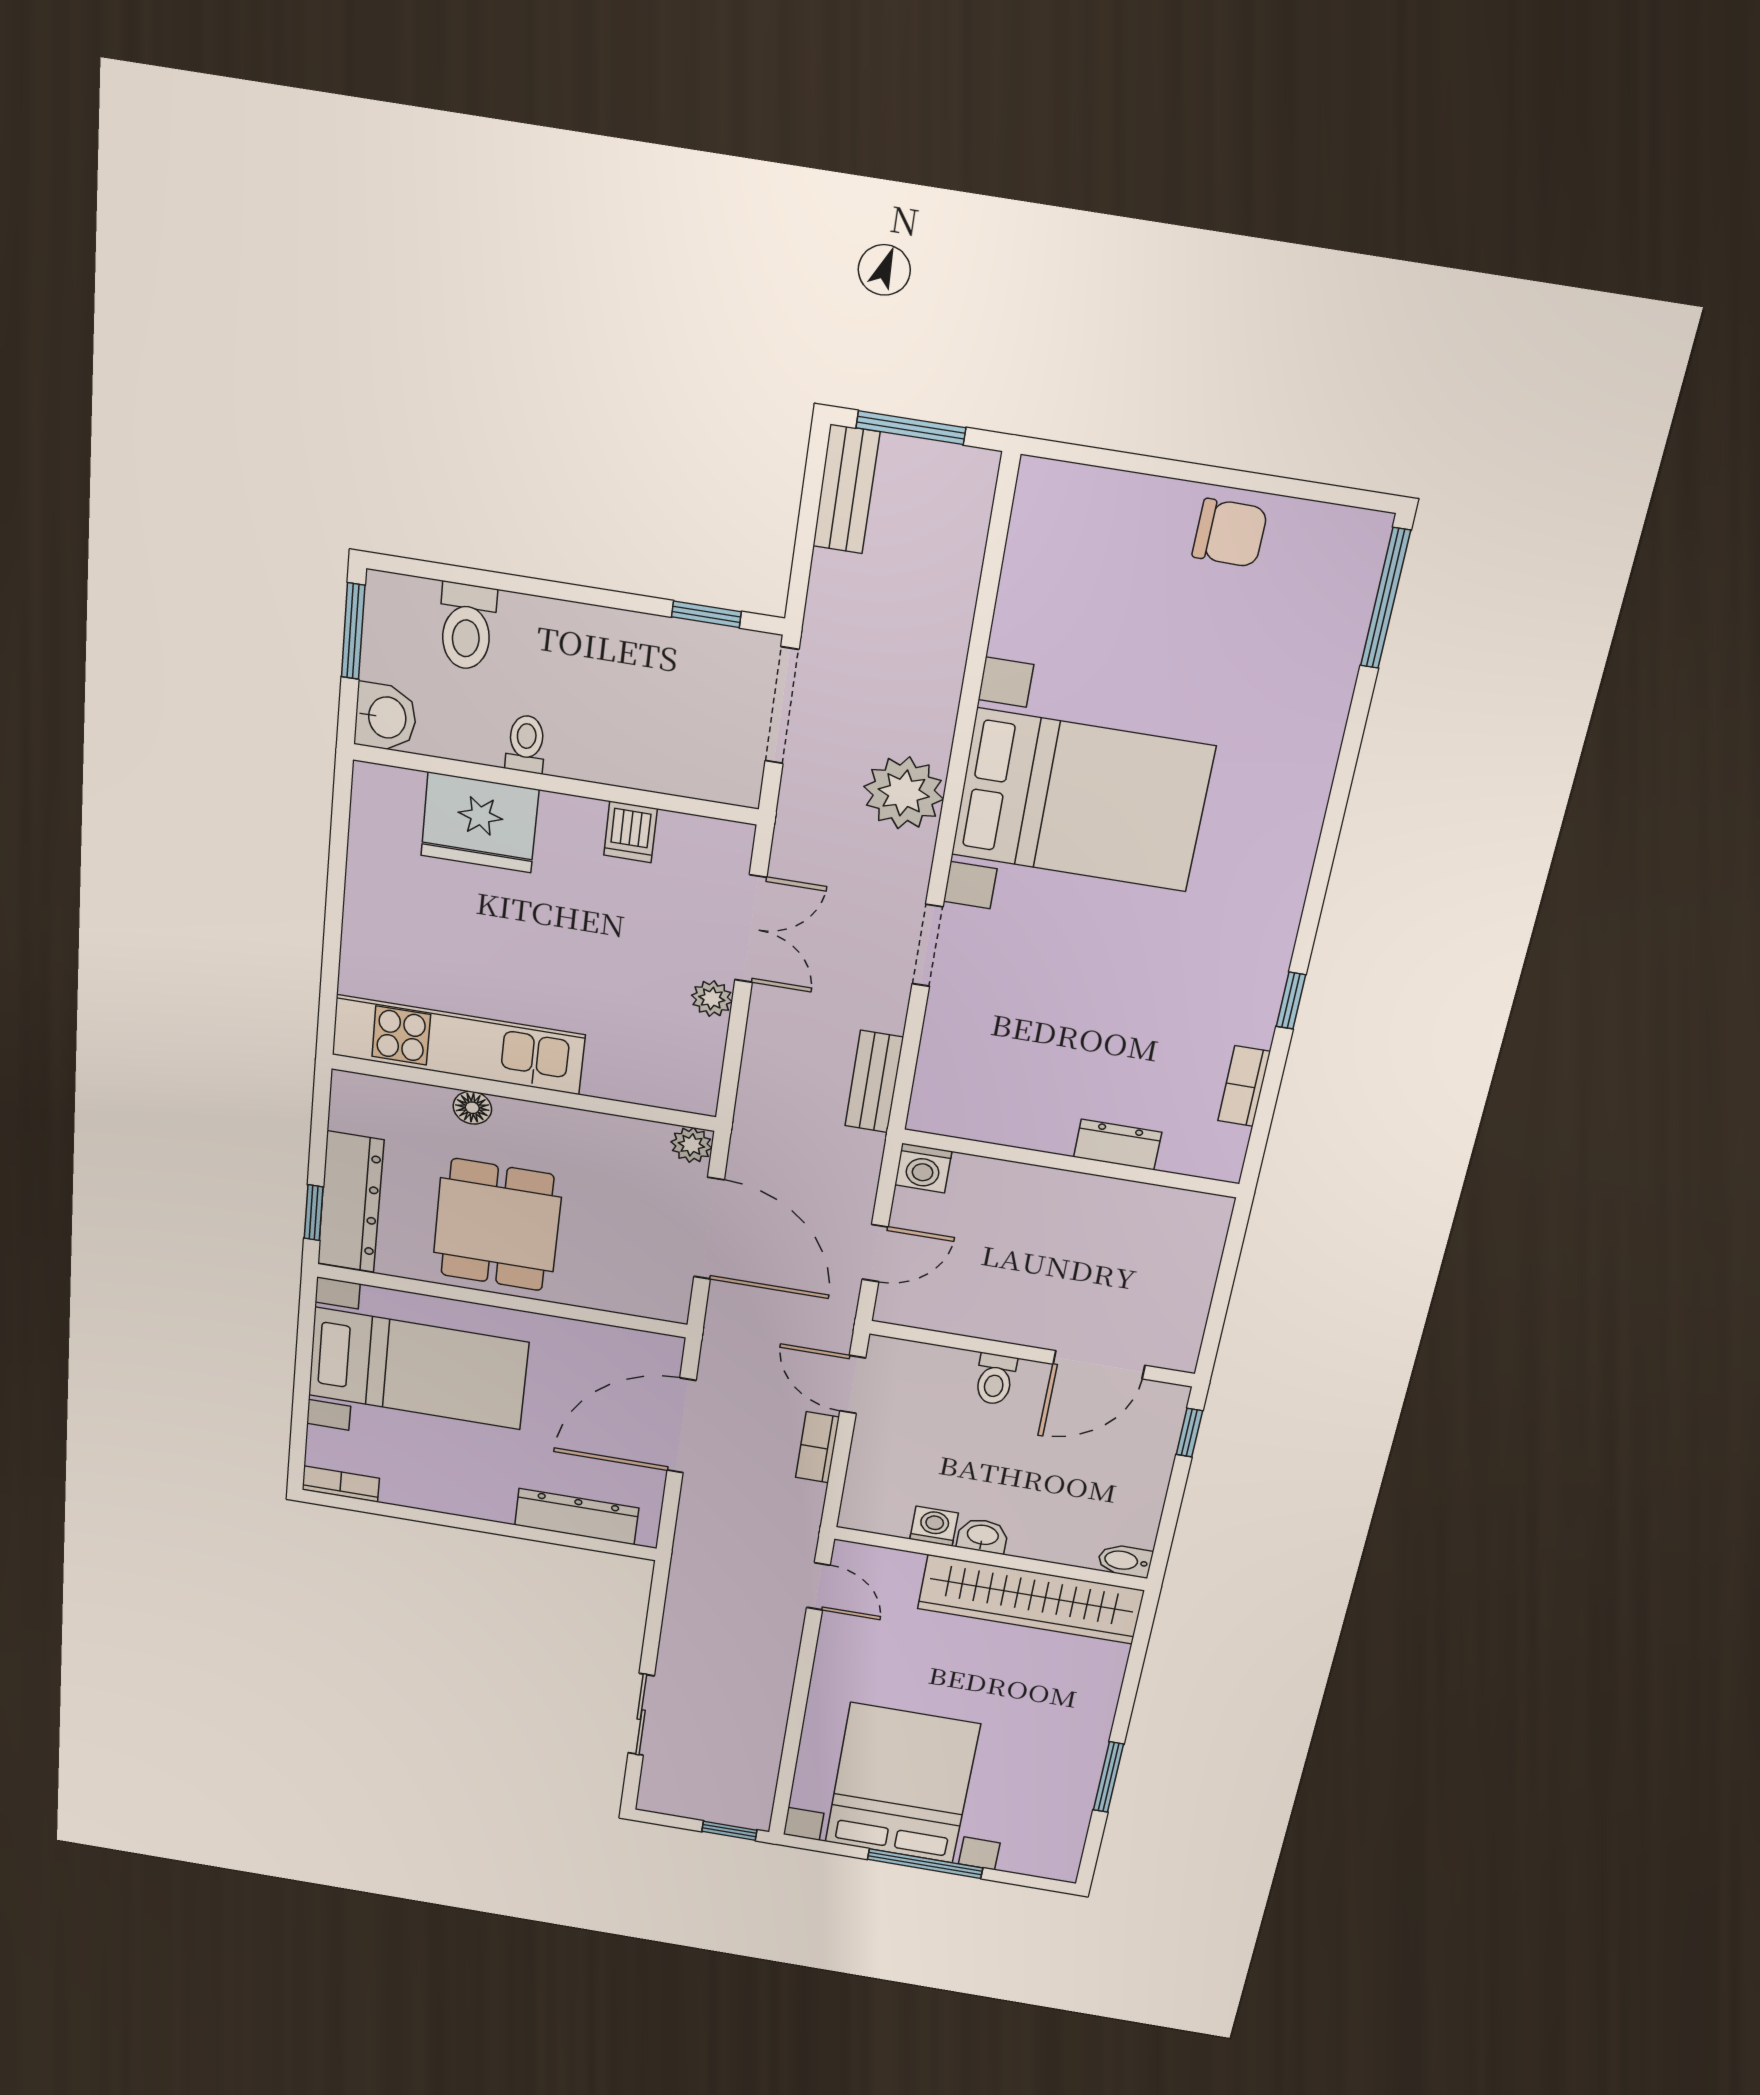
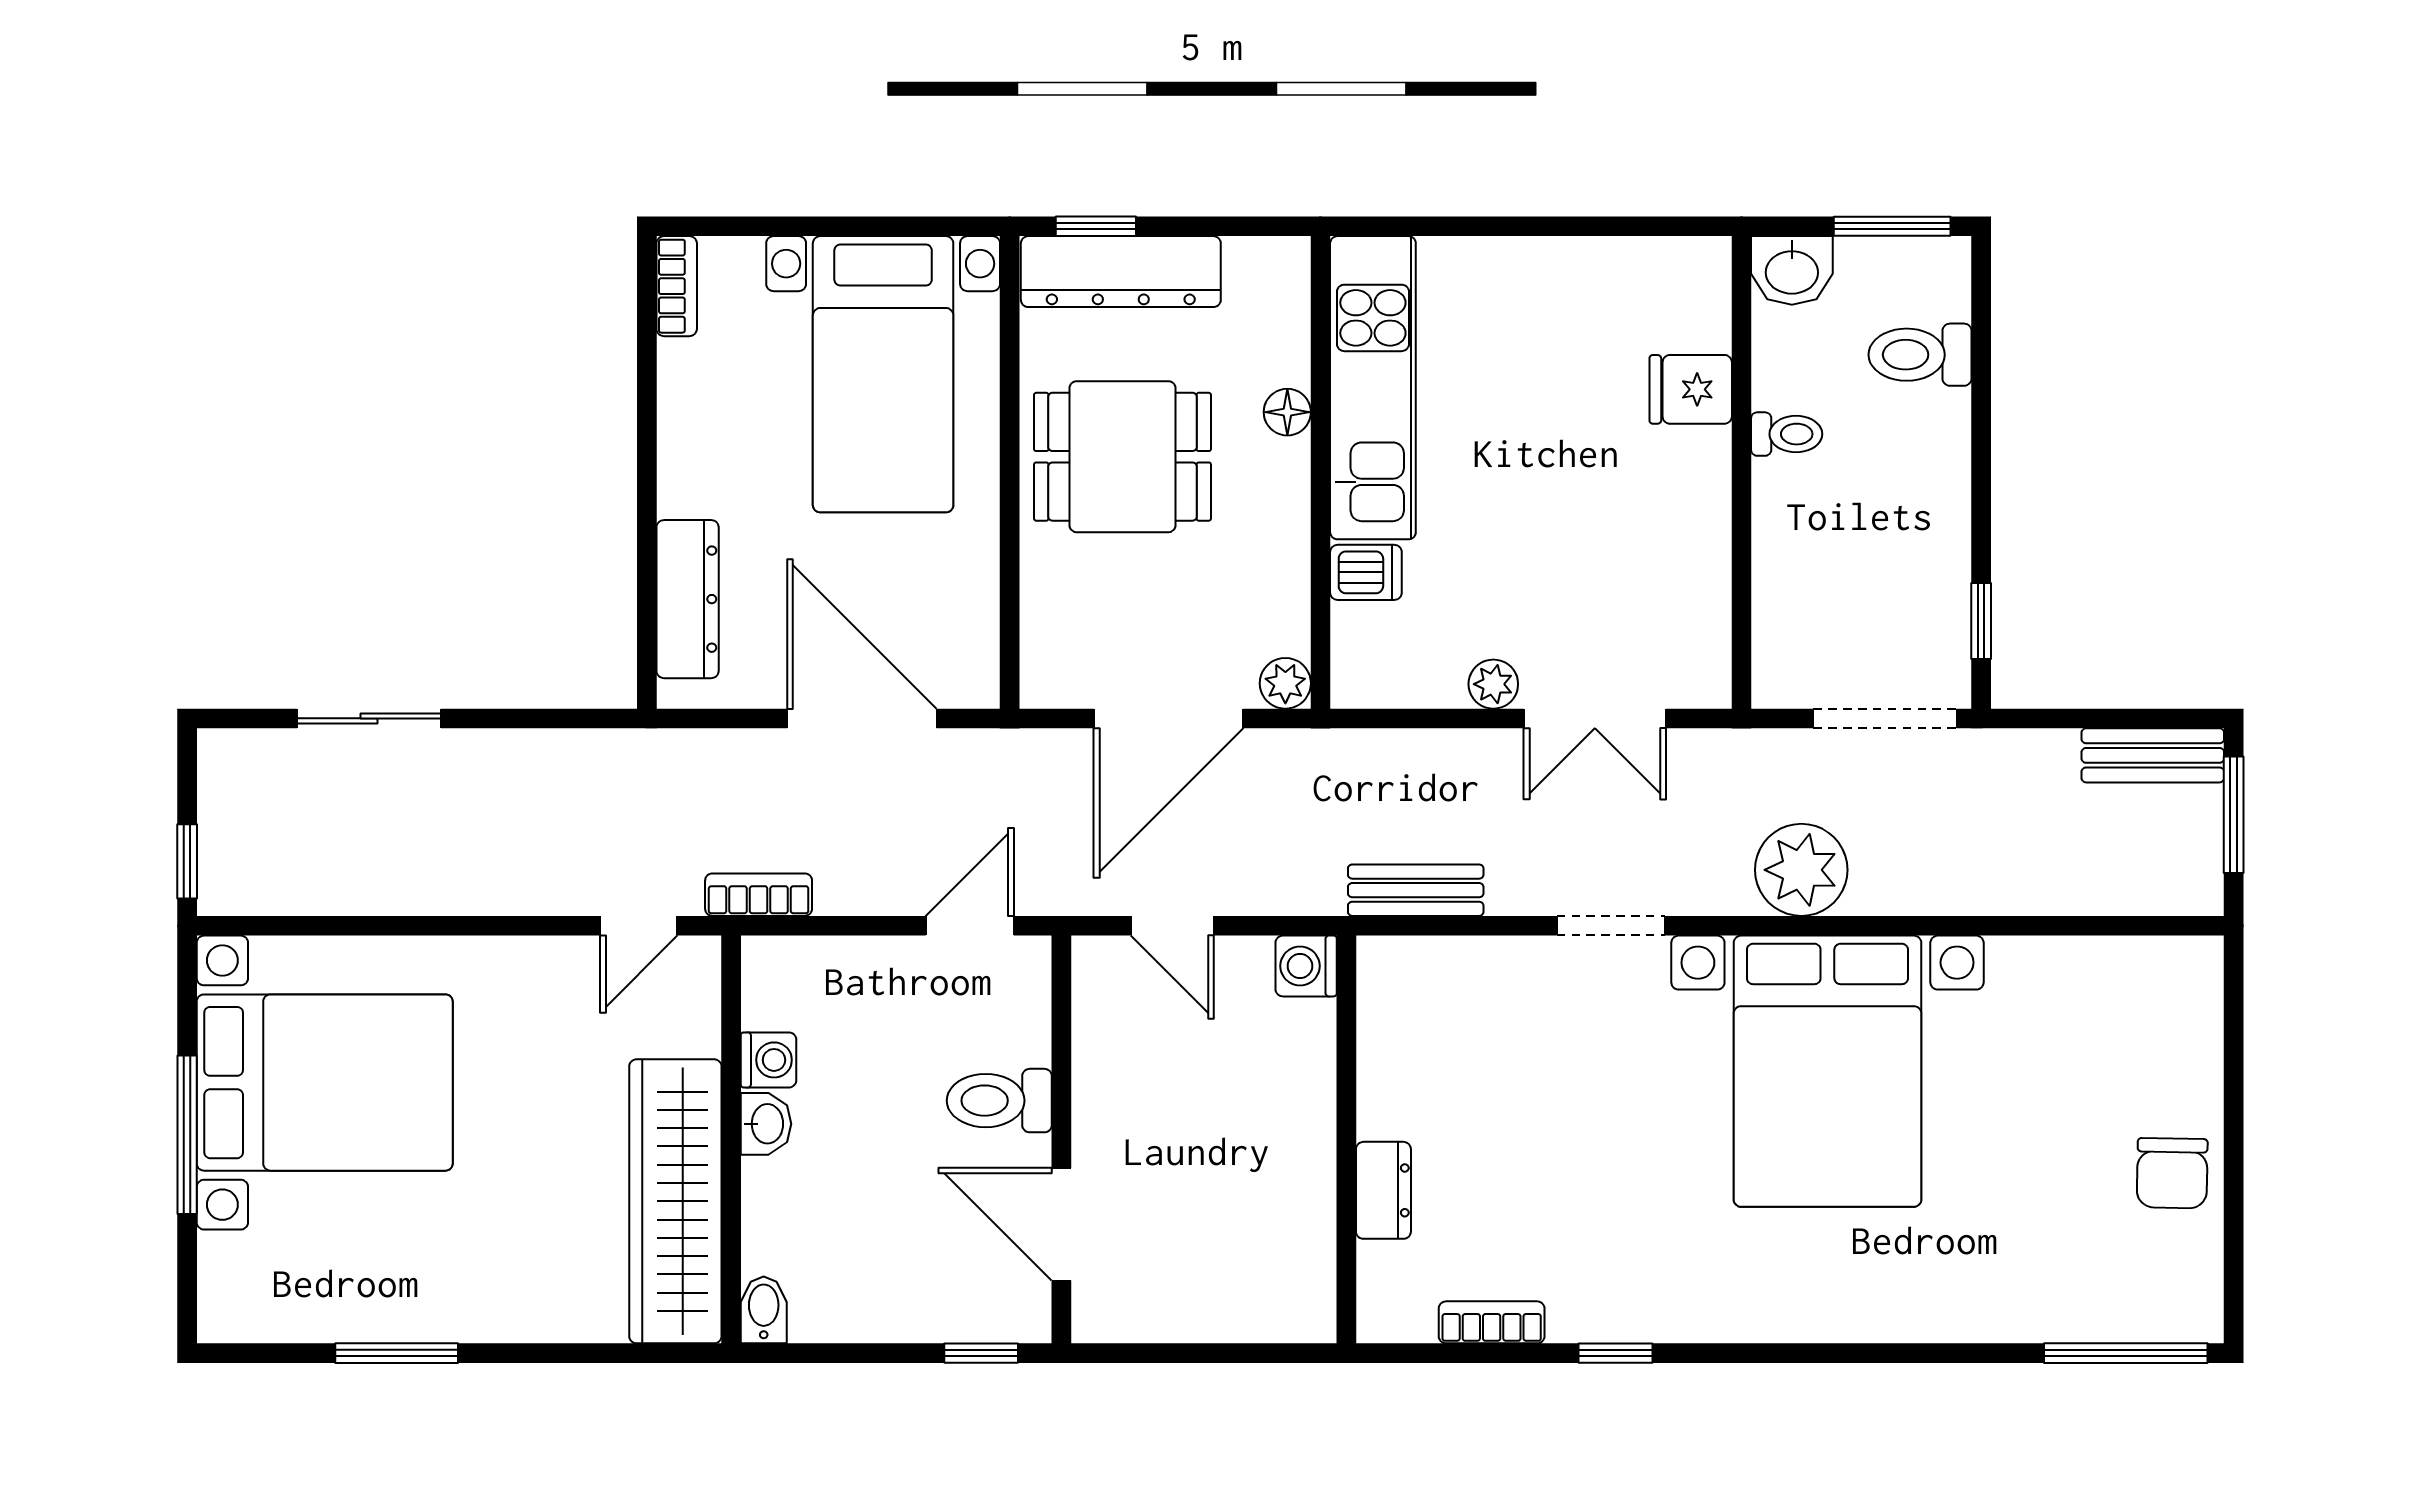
fridge: (480, 823) -> (1691, 389), width x0.53, depth x0.75
dishwasher: (630, 832) -> (1366, 572), moved, turned 180
toilet: (995, 1379) -> (999, 1101), width x1.37, depth x1.39
bookcase: (817, 1447) -> (759, 895), moved

